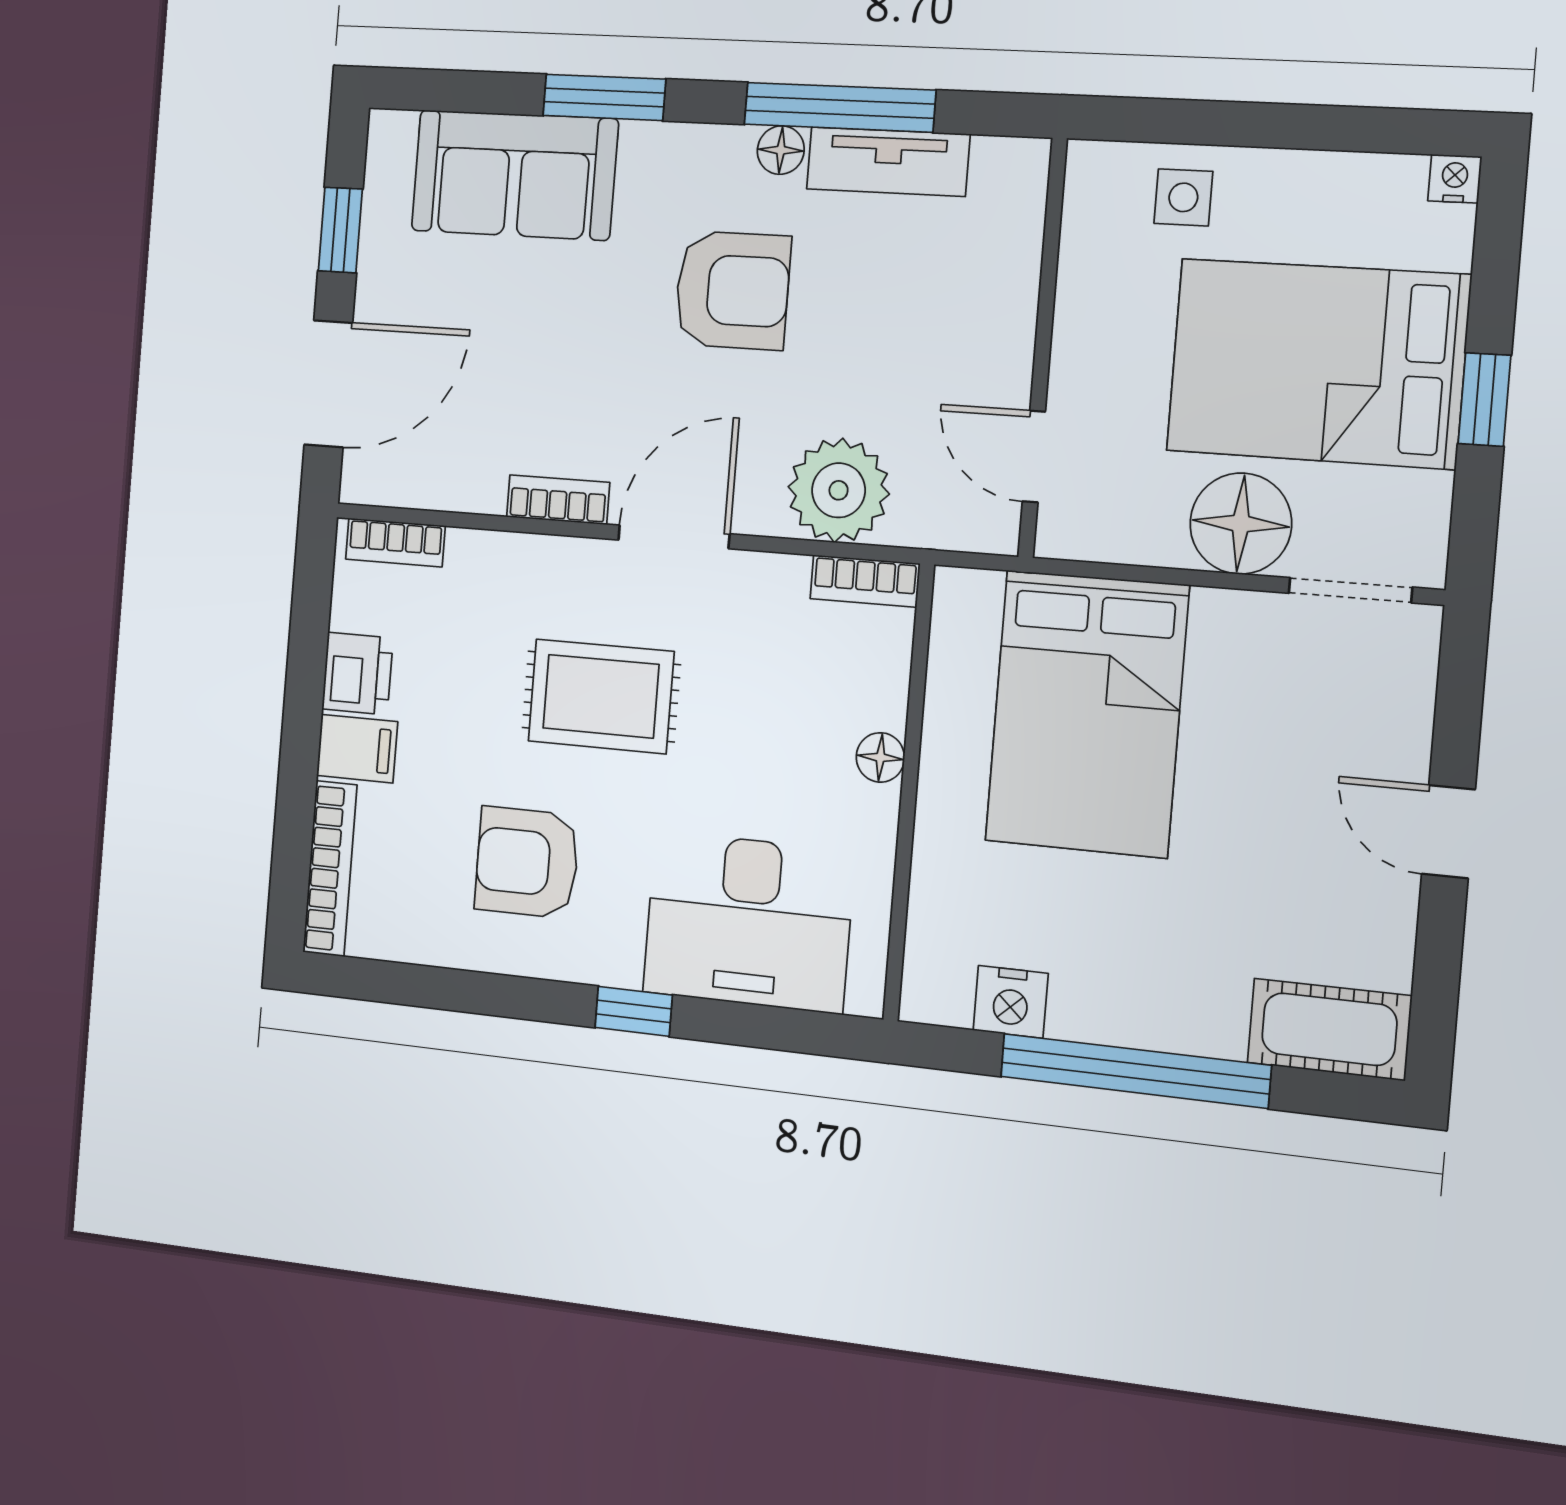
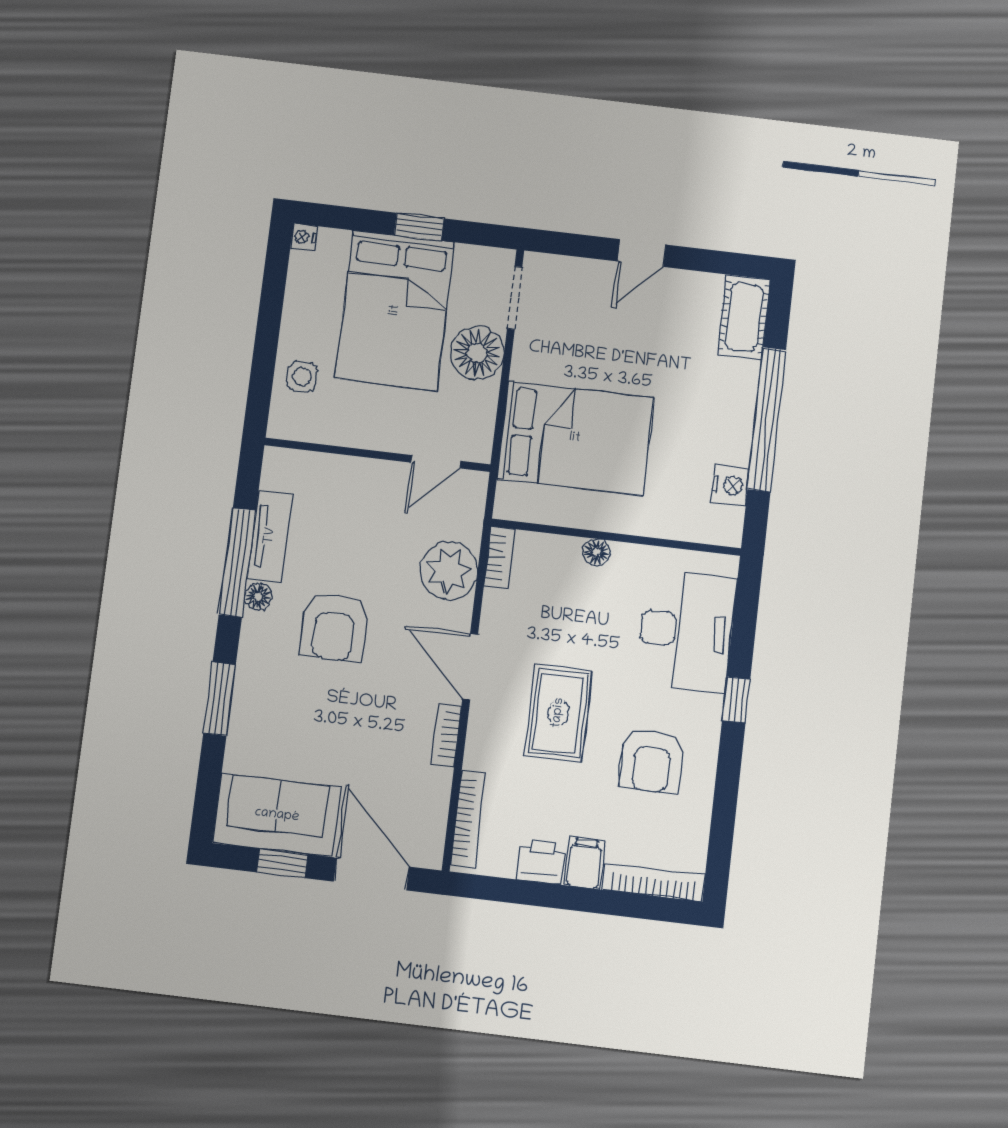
sofa: (514, 175) -> (277, 815), moved, turned -90
armchair: (732, 290) -> (334, 628), turned 180
bookcase: (395, 543) -> (468, 818), width x1.56

